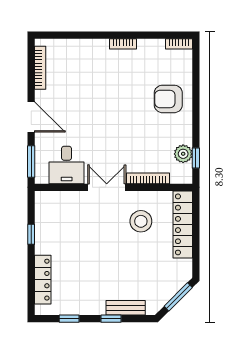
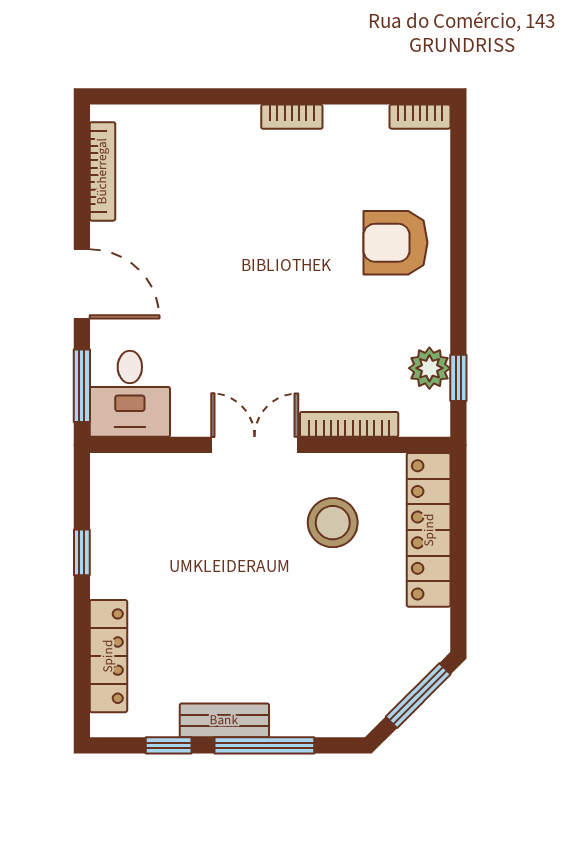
desk: (67, 165) -> (130, 394), moved
bench: (126, 308) -> (224, 720), moved
window: (111, 319) -> (264, 745), width x2.17

